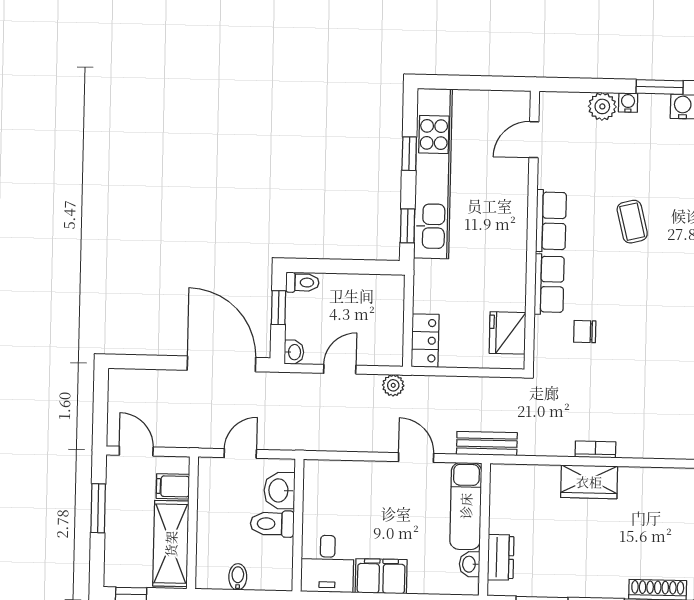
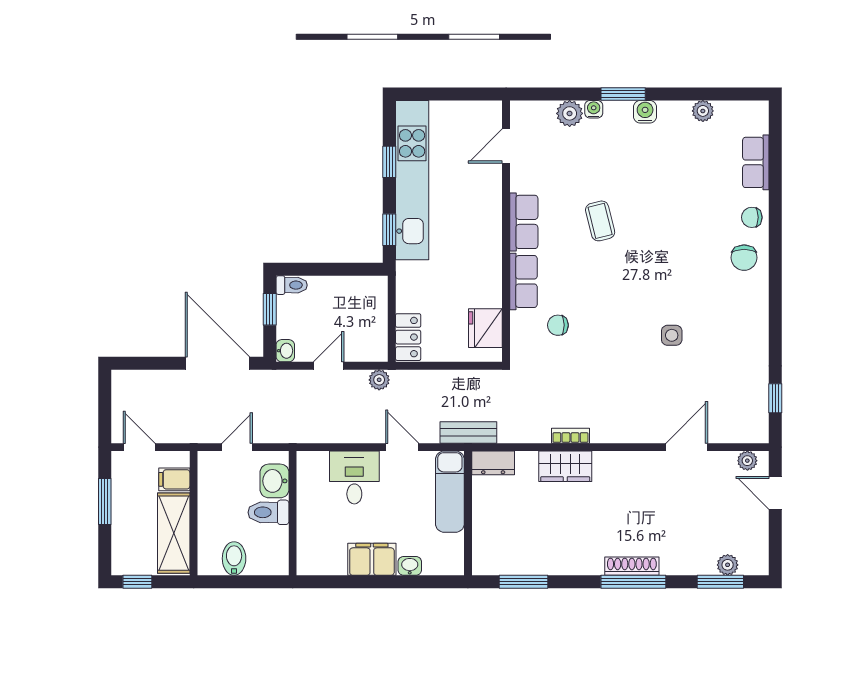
dresser: (501, 557) -> (493, 463), moved, turned 90
desk: (327, 564) -> (354, 477), moved, turned 180
washbasin: (470, 564) -> (410, 566), moved, turned 90
bidet: (238, 577) -> (234, 558), width x1.38, depth x1.36

